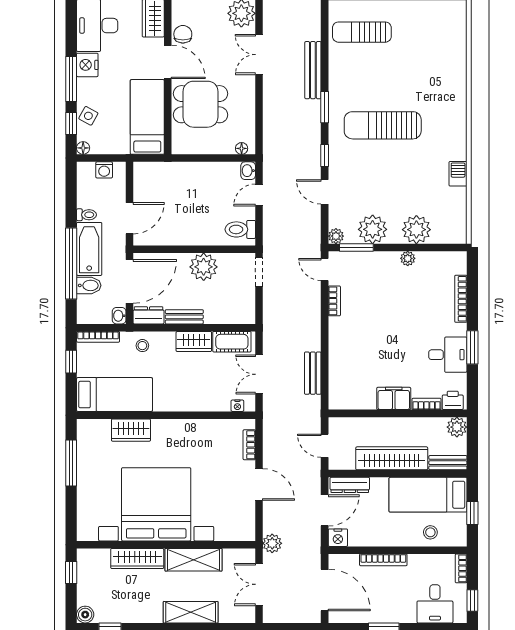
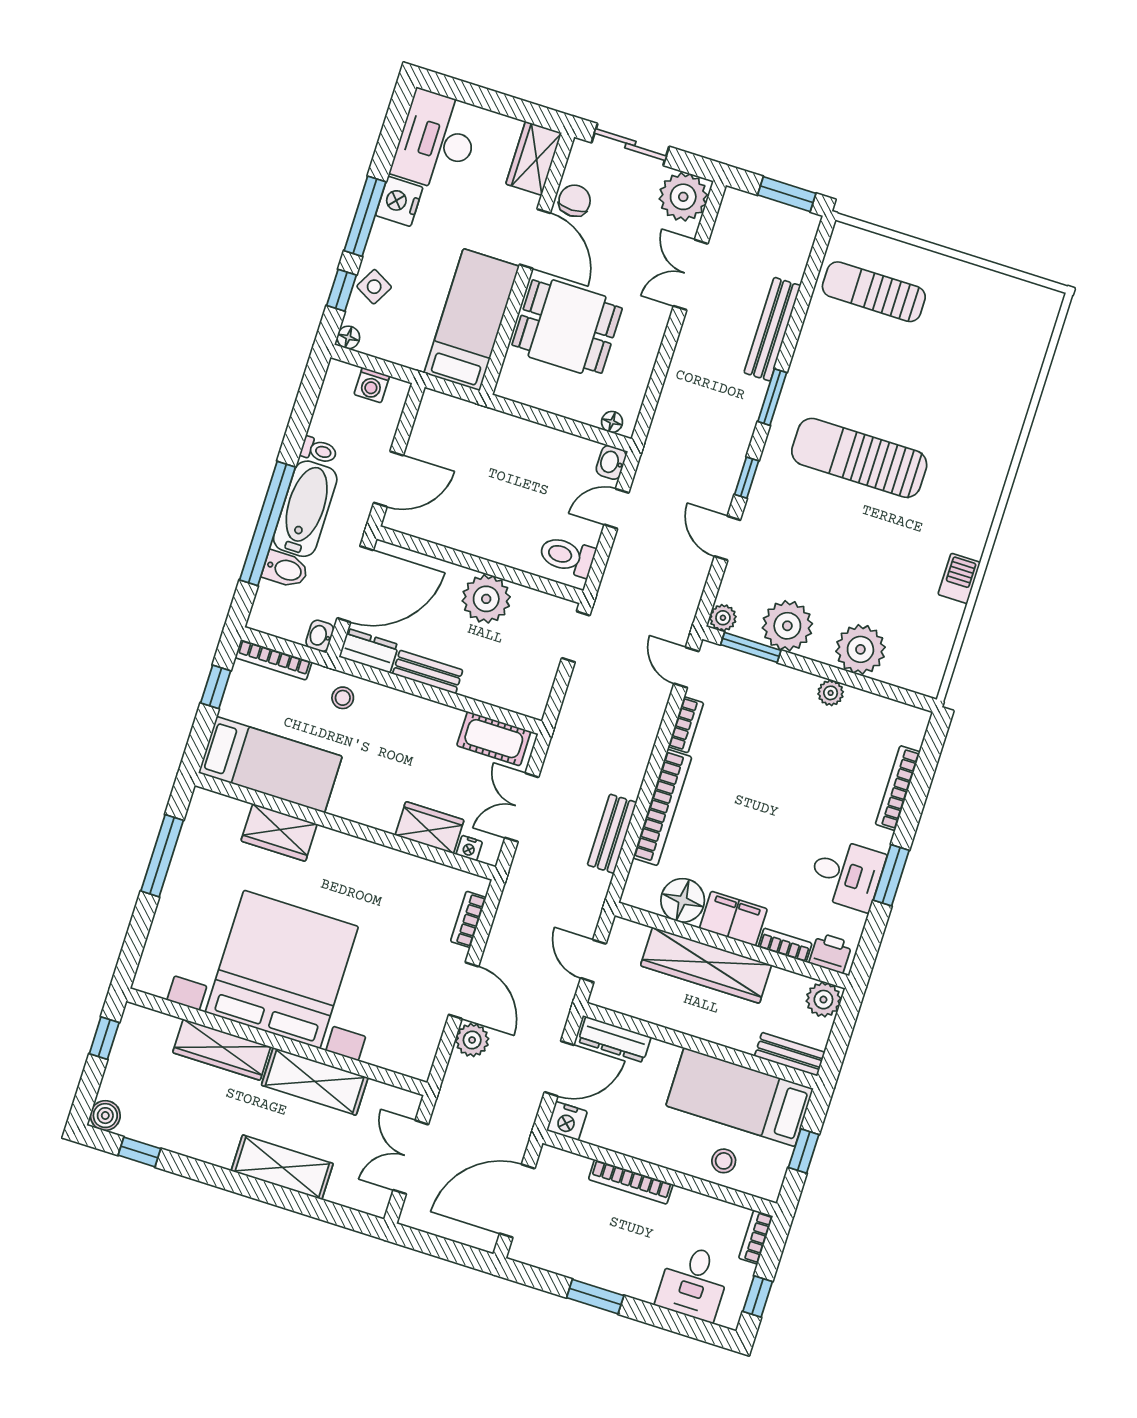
wardrobe: (194, 341) -> (430, 828), moved, turned 180
bookcase: (336, 350) -> (662, 807), added
floor lamp: (363, 397) -> (683, 900), added
wardrobe: (392, 458) -> (706, 965), moved, turned 180
plant: (272, 543) -> (472, 1040), moved
door: (325, 590) -> (517, 1201), swing flipped

